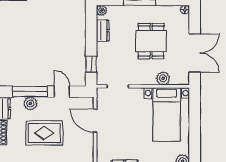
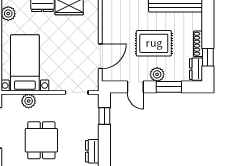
window: (30, 92) -> (169, 87), width x0.69
plant: (30, 104) -> (157, 74), moved
door: (95, 121) -> (100, 56), hinge flipped

